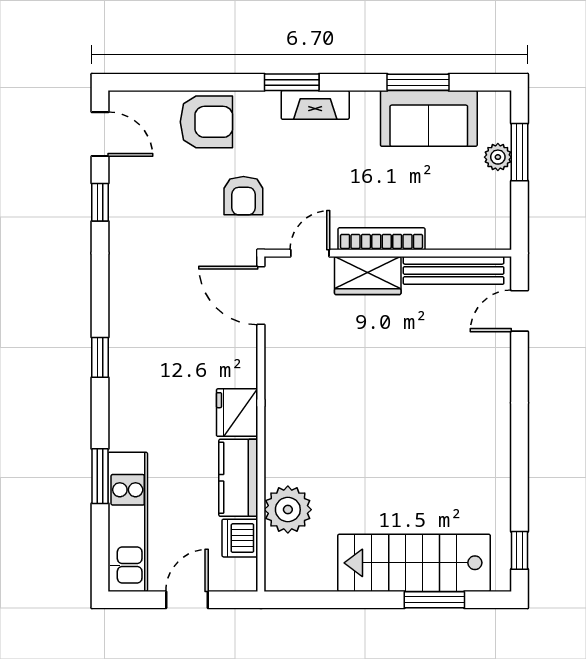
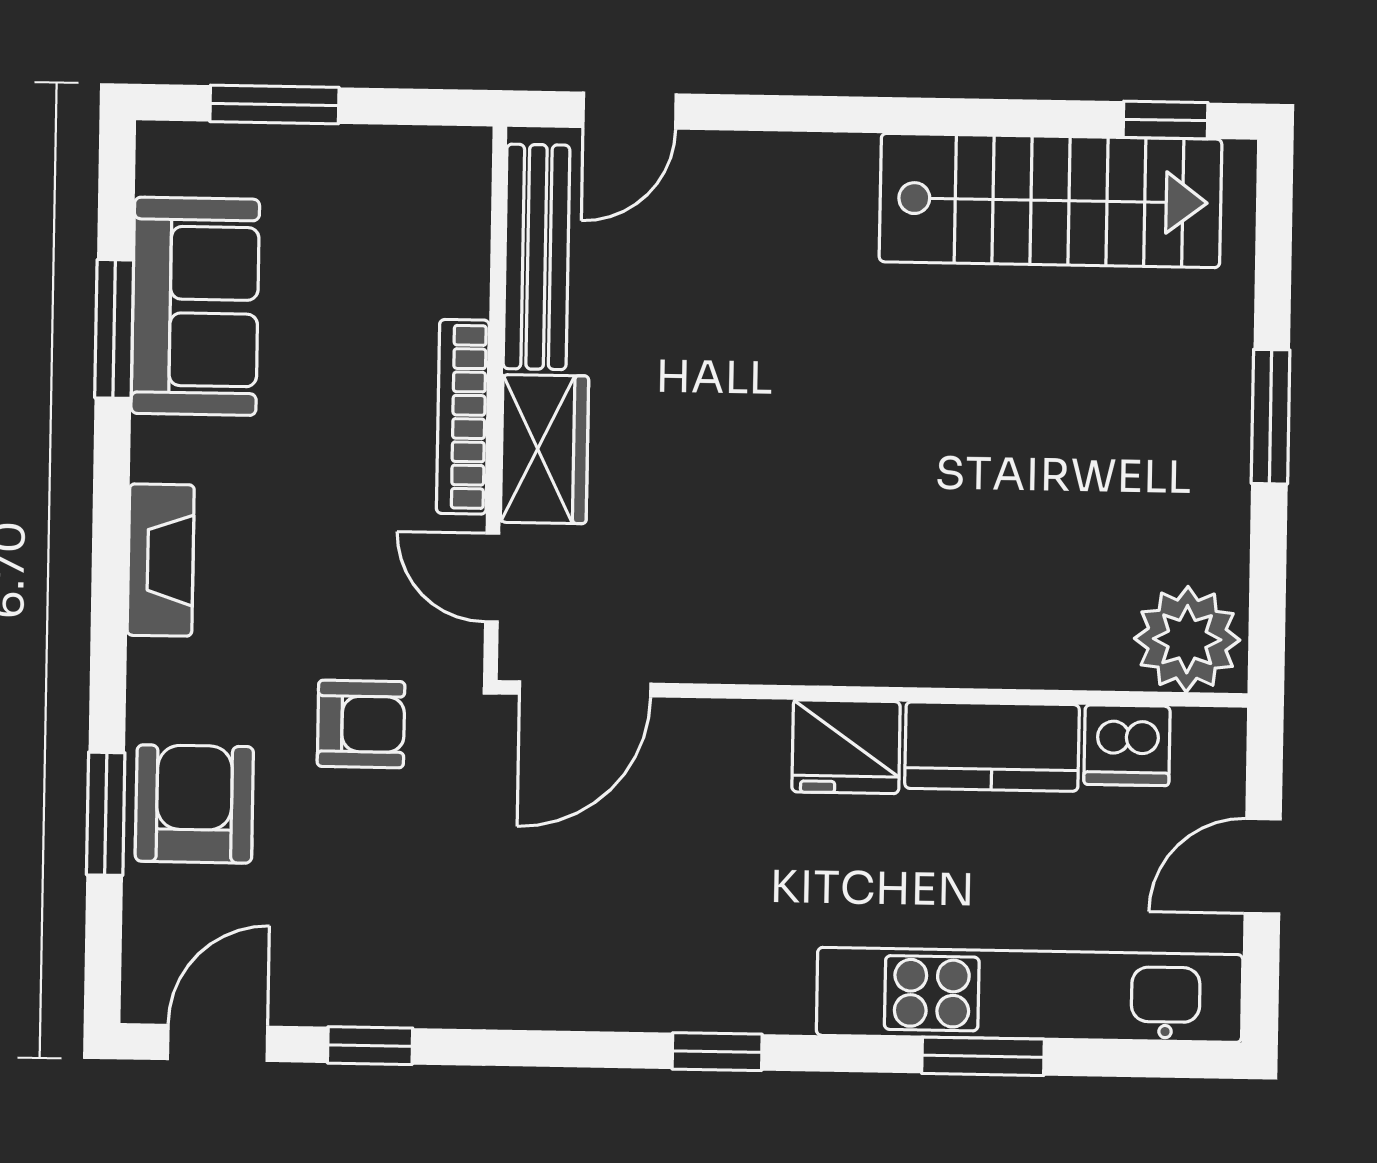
window: (292, 82) -> (106, 814), moved
plant: (498, 157) -> (284, 153), removed
door: (520, 311) -> (630, 111), hinge flipped
plant: (288, 510) -> (1187, 639), moved
kitchen unit: (128, 522) -> (1030, 995), width x1.36
stairs: (414, 563) -> (1050, 200), moved, turned -90
door: (187, 600) -> (1263, 866), hinge flipped
window: (434, 600) -> (1271, 417), moved

